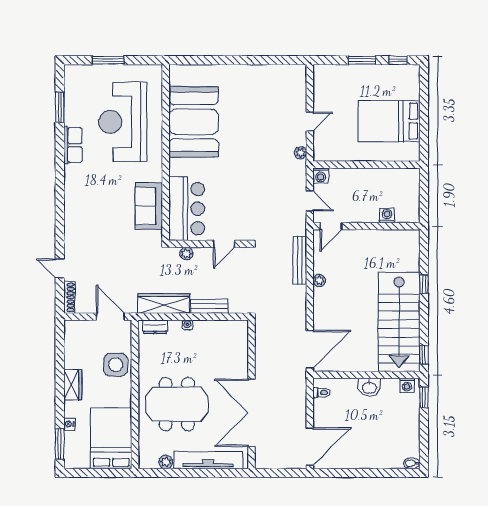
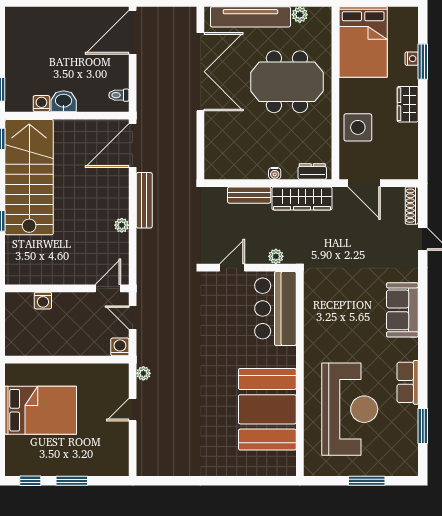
sofa: (149, 206) -> (402, 310), moved, turned 180
bench: (300, 260) -> (144, 200), moved
washing machine: (407, 385) -> (41, 104), moved
window: (60, 444) -> (423, 62), moved
bidet: (412, 463) -> (14, 13), removed

